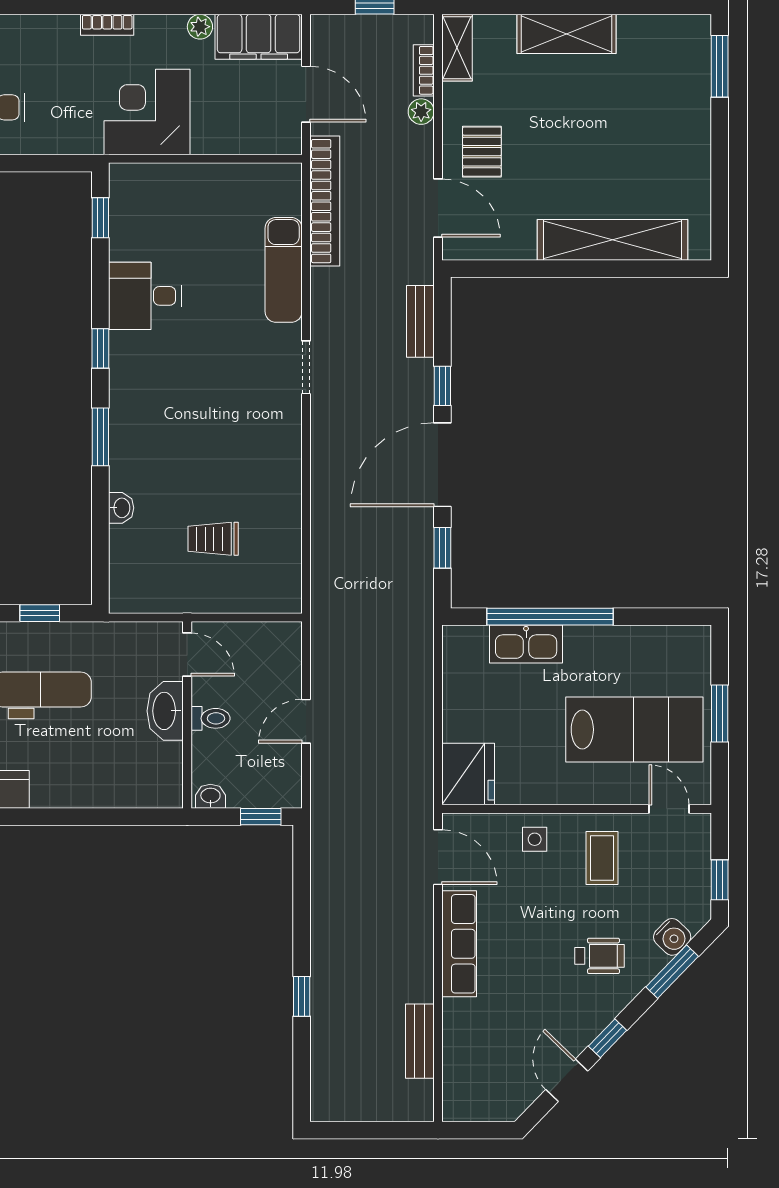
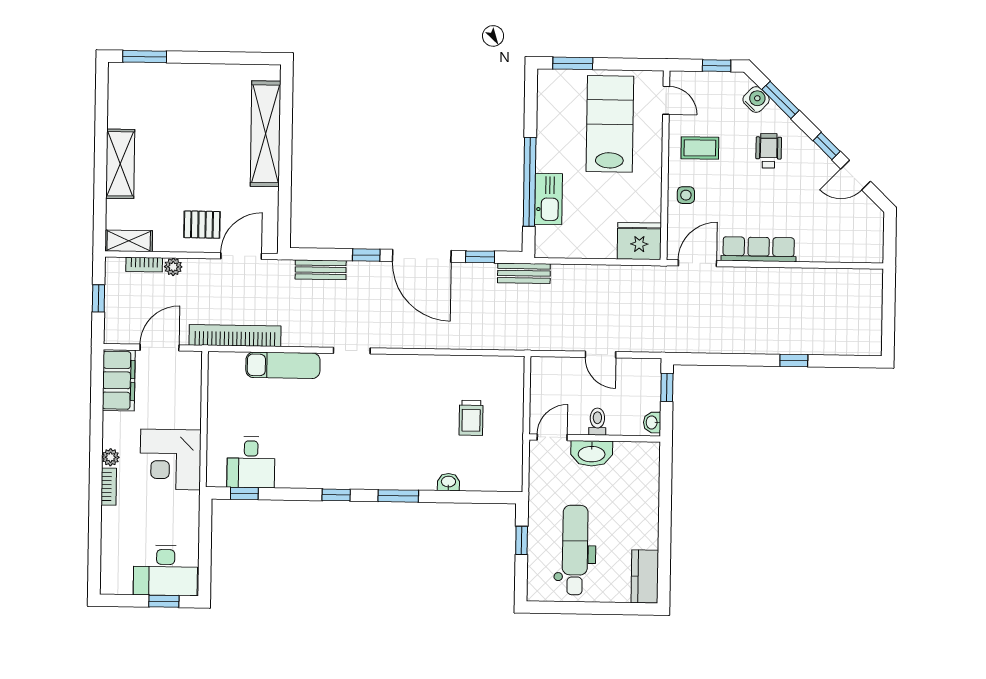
plant: (200, 27) -> (111, 457), moved
desk: (145, 296) -> (251, 462), moved
window: (720, 713) -> (573, 63), moved
door: (669, 809) -> (666, 100), swing flipped
bench: (420, 1041) -> (524, 273), moved

